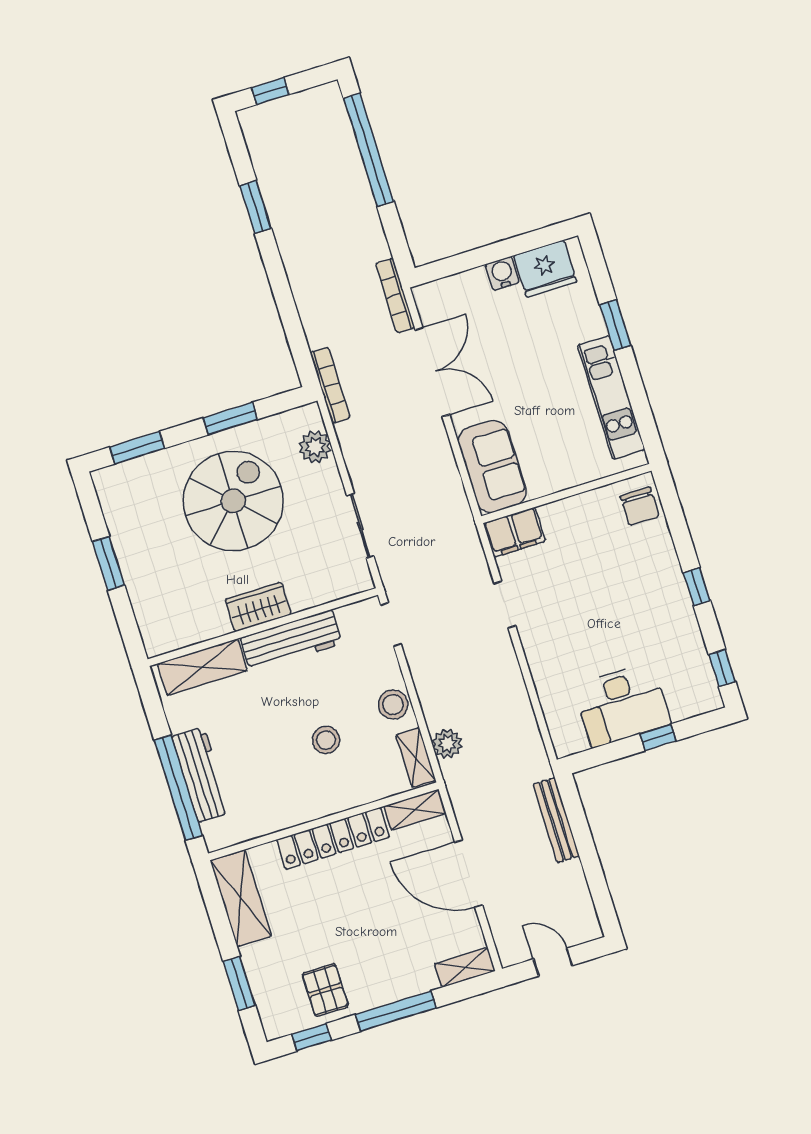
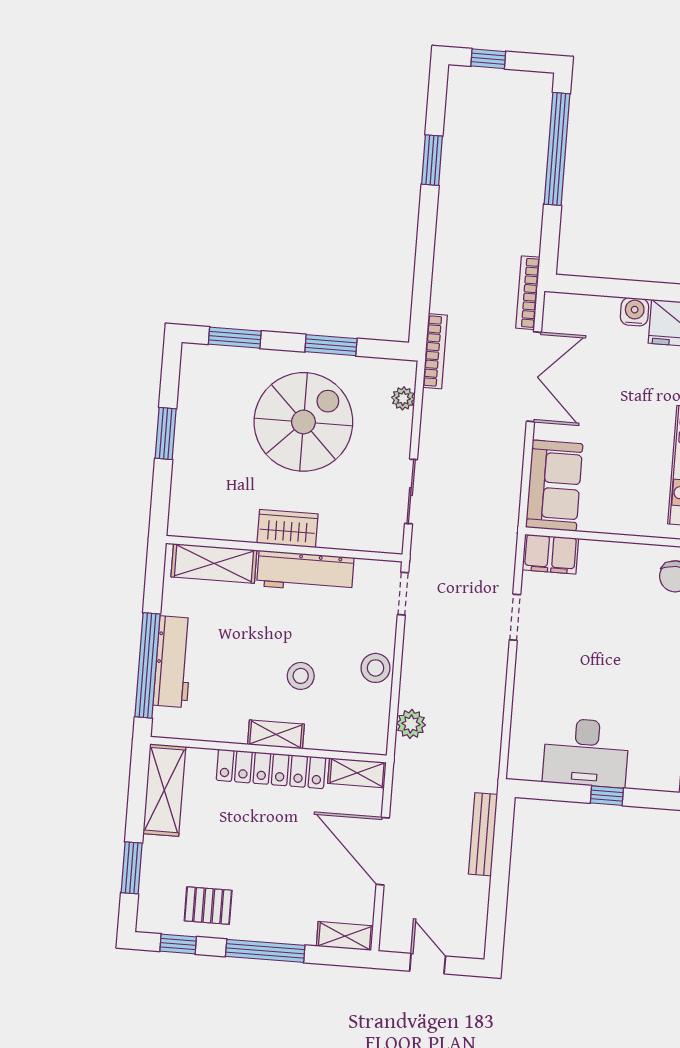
plant: (315, 447) -> (403, 398), width x0.73, depth x0.73
shelving: (416, 758) -> (276, 734), moved, turned 90
pallet: (325, 990) -> (208, 906), turned 90

